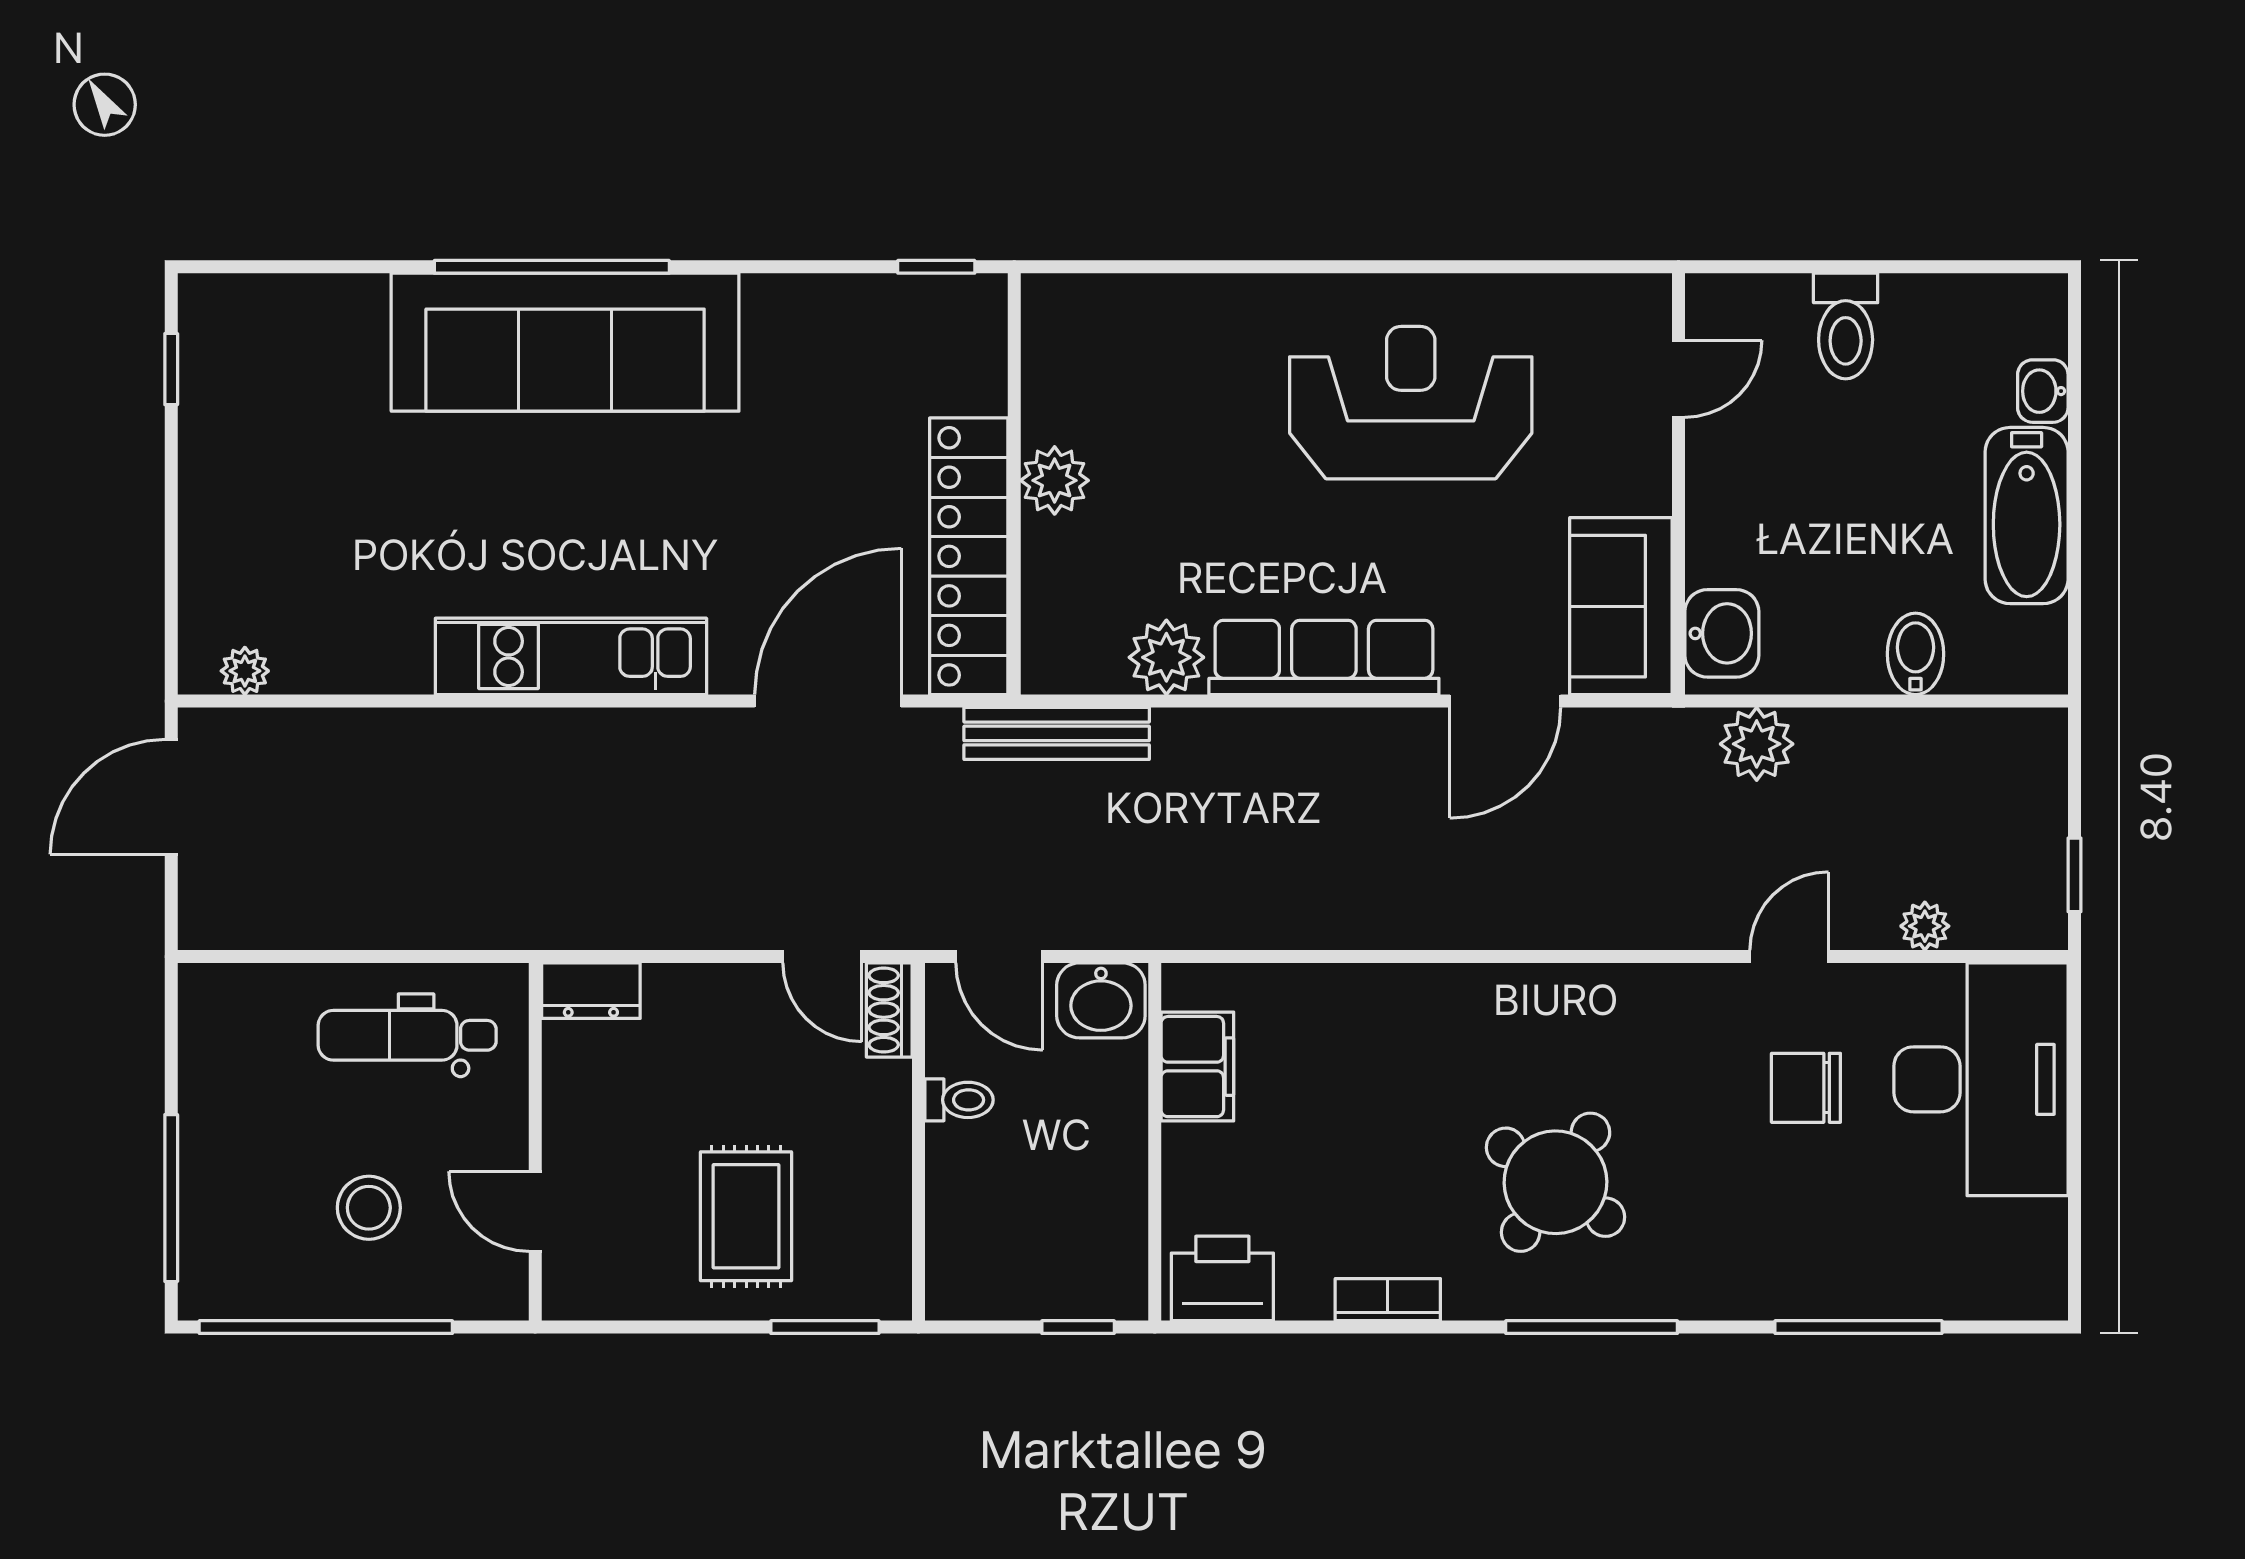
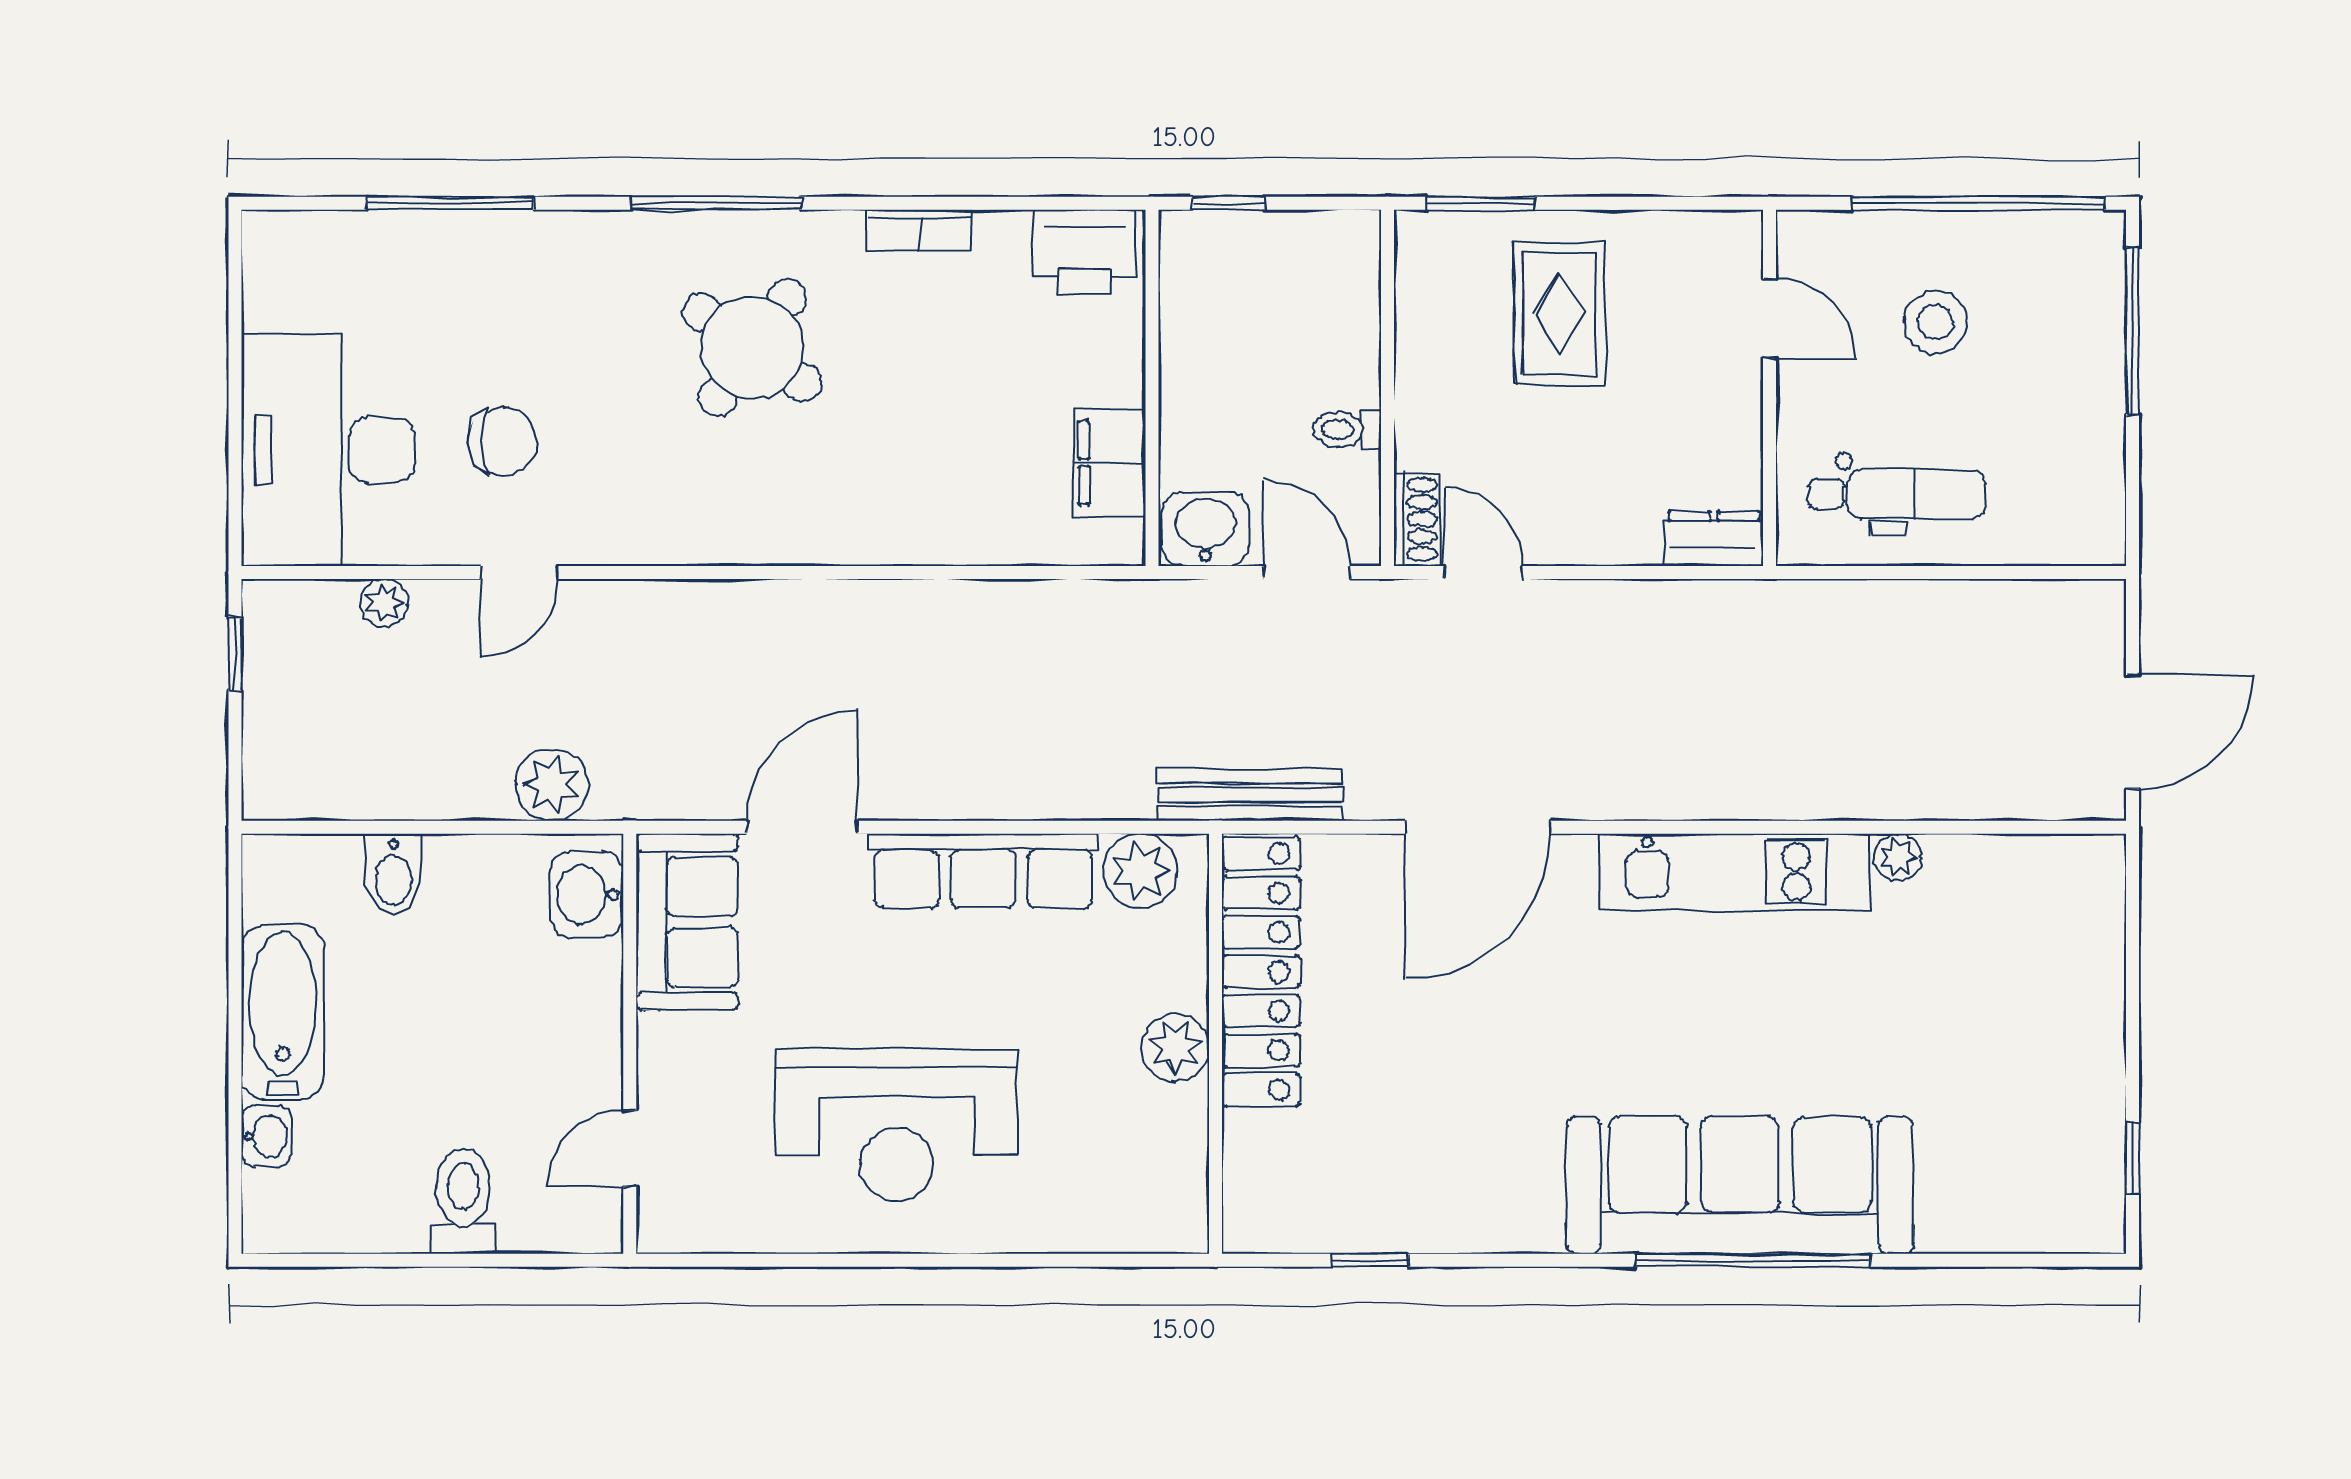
plant: (1055, 480) -> (1175, 1047), moved
wall: (1014, 484) -> (1216, 1044), moved
locker: (969, 556) -> (1261, 972), moved
plant: (245, 671) -> (1898, 857), moved

